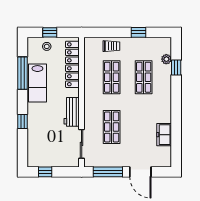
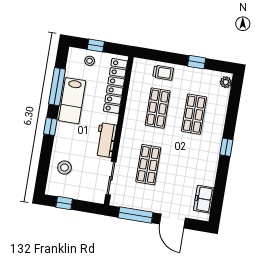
plant: (166, 59) -> (226, 82), moved
window: (176, 68) -> (226, 147), moved
window: (22, 122) -> (50, 126), moved
freezer: (164, 135) -> (204, 199), moved
stool: (40, 141) -> (64, 168), added

